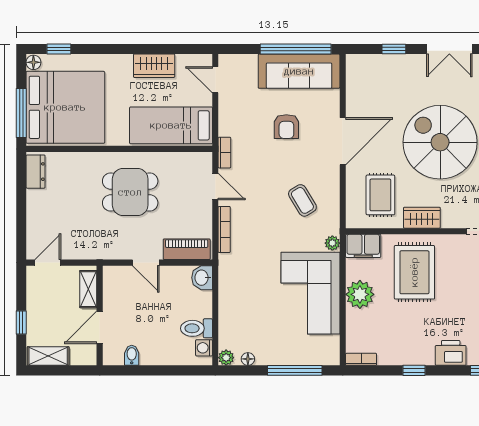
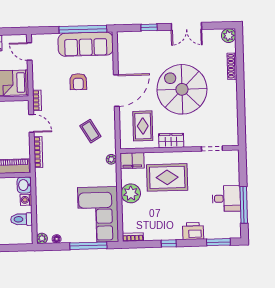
rug: (414, 272) -> (167, 177), turned 90
corner sofa: (310, 293) -> (98, 215), moved
washing machine: (204, 348) -> (26, 200), moved

